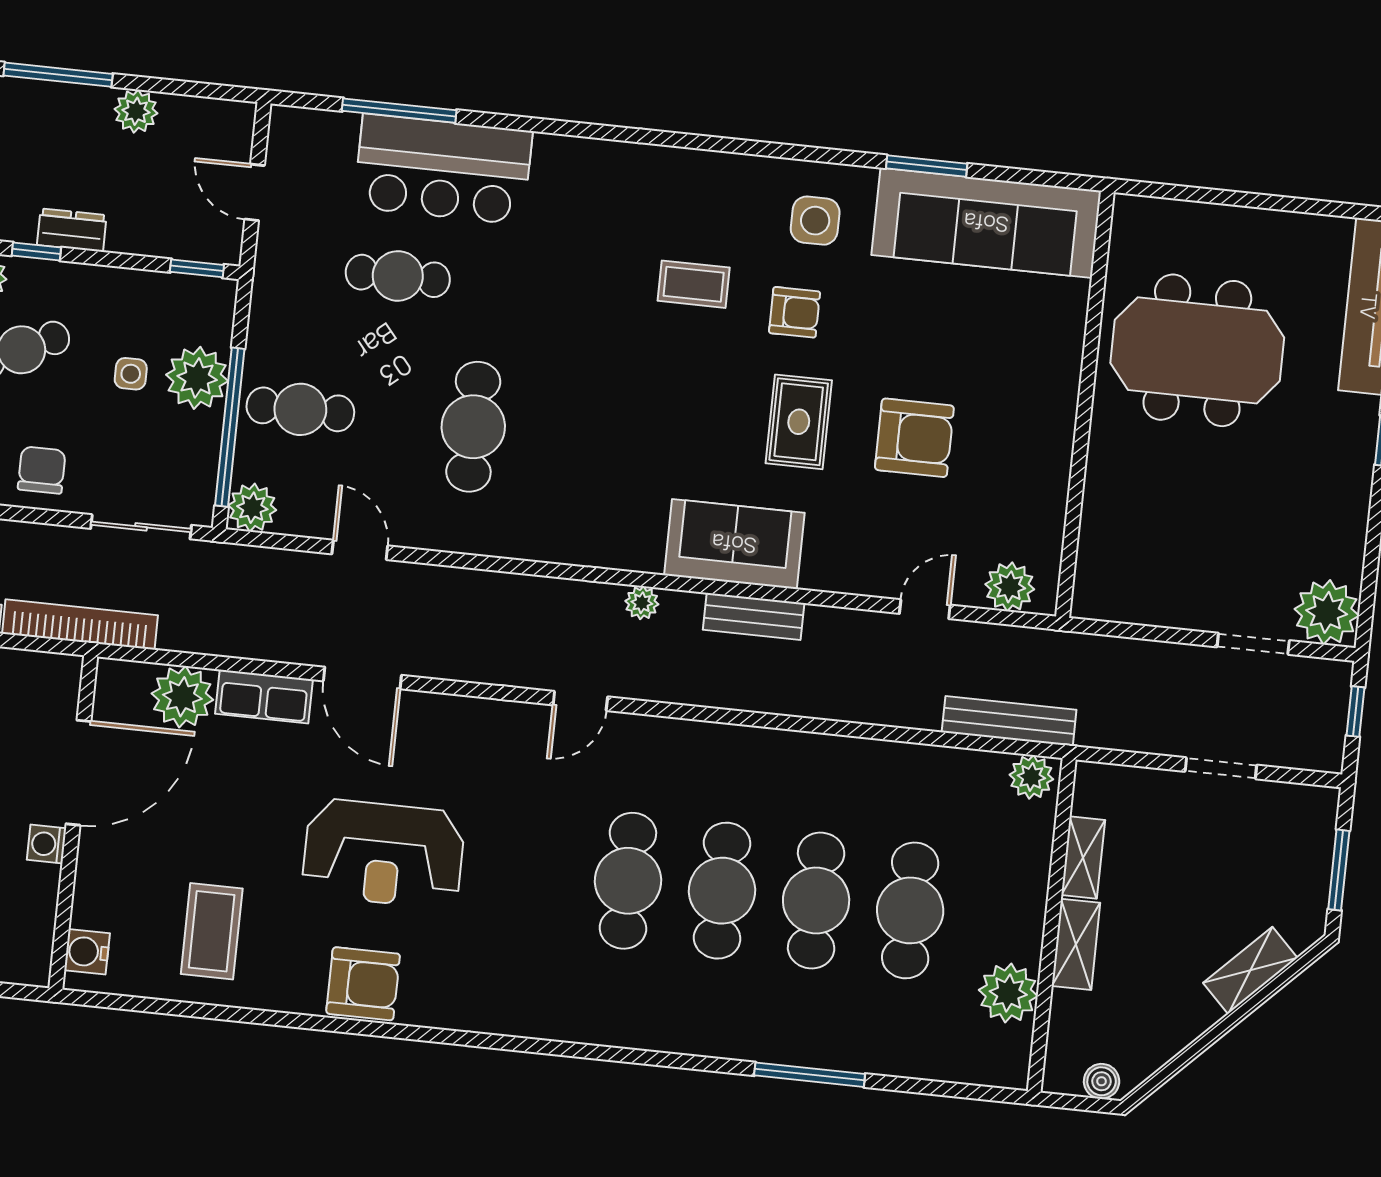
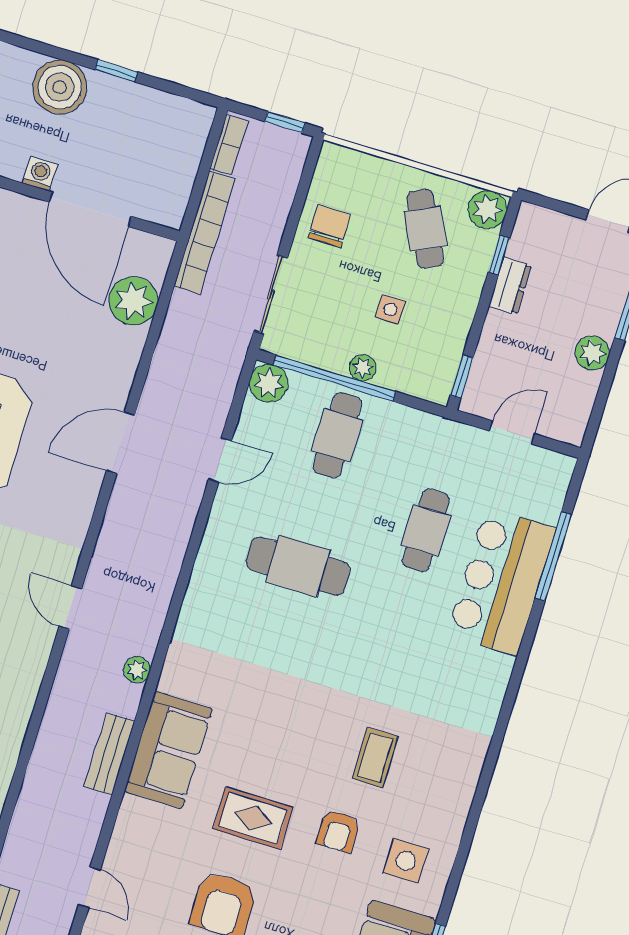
plant: (197, 378) -> (363, 368), width x0.53, depth x0.53
chair: (42, 470) -> (329, 226), turned -90
row of seats: (264, 697) -> (121, 364), removed

